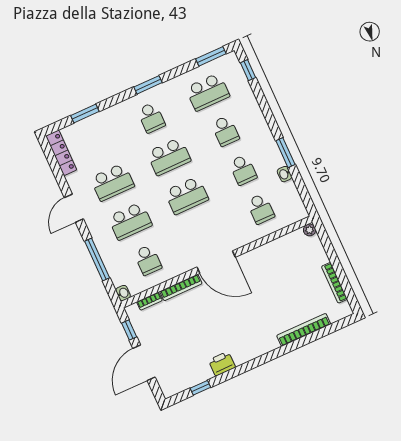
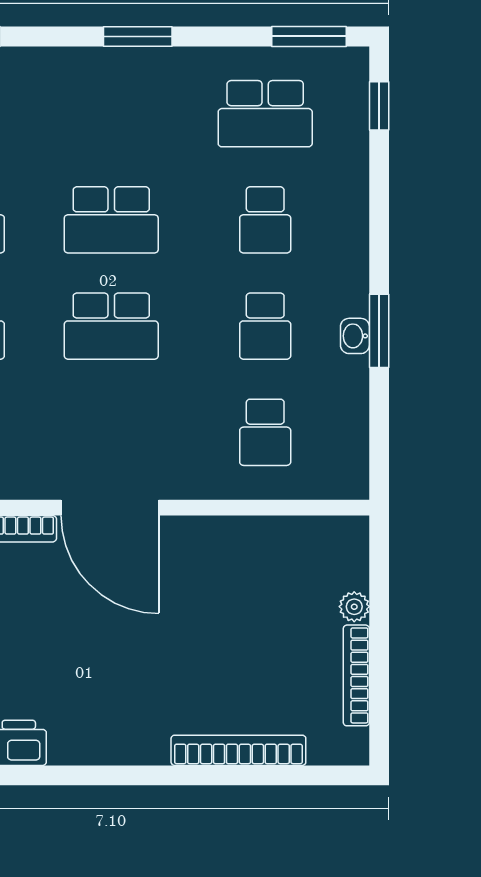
school desk: (151, 118) -> (111, 114), removed
washbasin: (284, 174) -> (355, 336), moved
plant: (310, 230) -> (354, 607), moved

